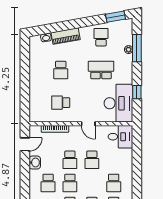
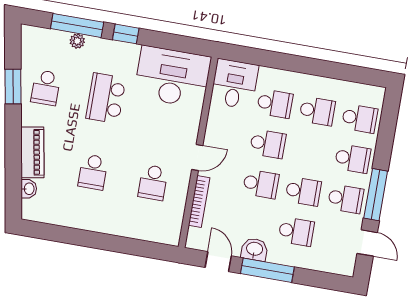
window: (116, 17) -> (13, 87), moved
school desk: (101, 37) -> (46, 88), turned -90
school desk: (61, 70) -> (93, 172), turned 90
window: (137, 92) -> (126, 34), moved
door: (88, 124) -> (197, 157), moved
school desk: (114, 160) -> (275, 104), added
window: (25, 171) -> (267, 270), added

